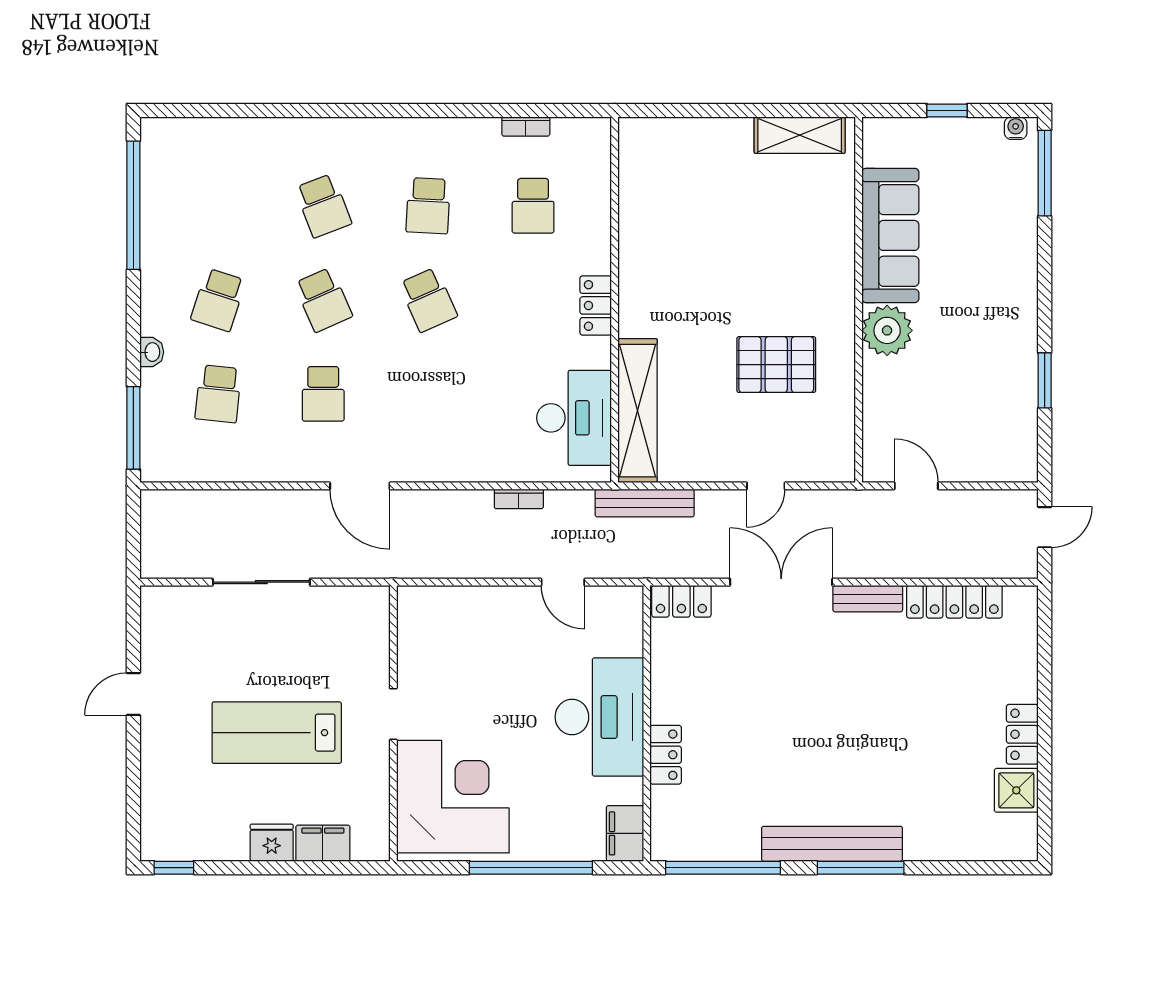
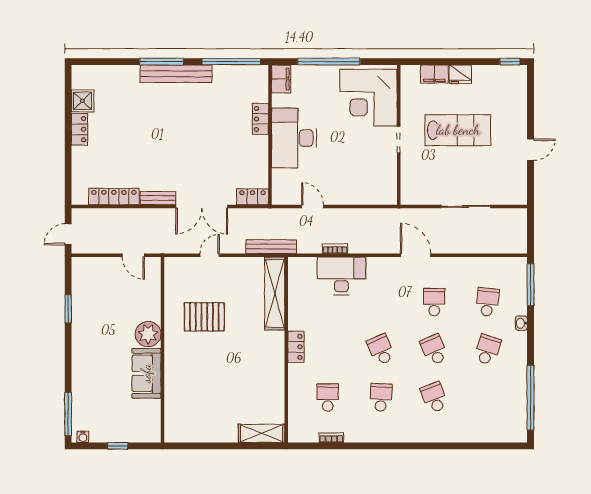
shelving: (800, 135) -> (262, 433), moved
sofa: (890, 235) -> (146, 373), width x0.73
desk: (574, 418) -> (341, 276), moved, turned 90

